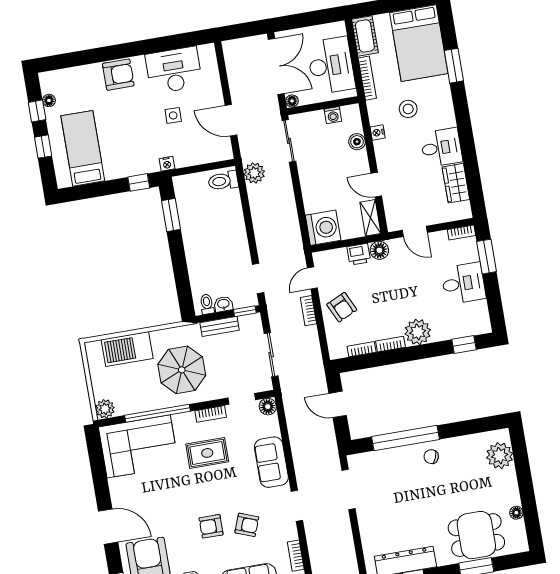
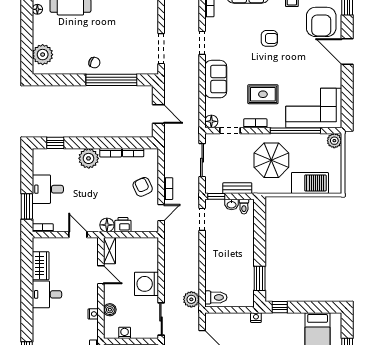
stool: (408, 109) -> (67, 328), removed
washing machine: (323, 228) -> (146, 284), moved
armchair: (247, 525) -> (242, 35), removed

